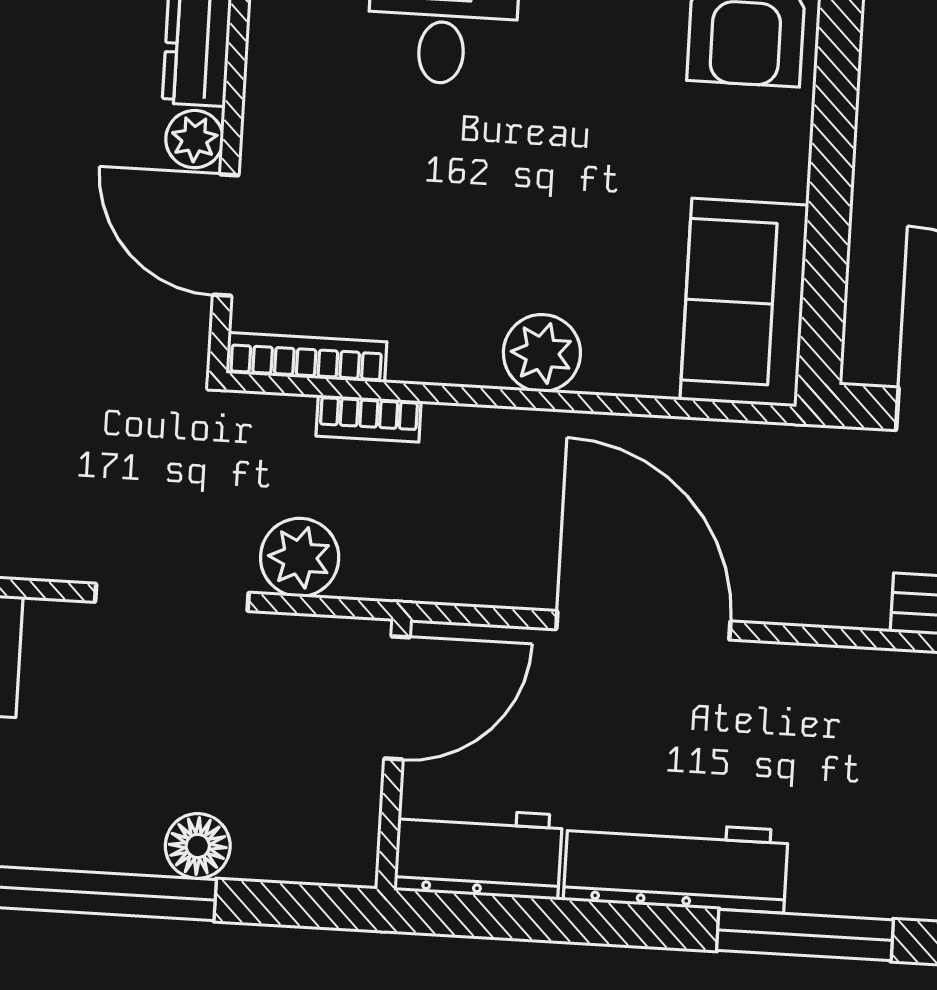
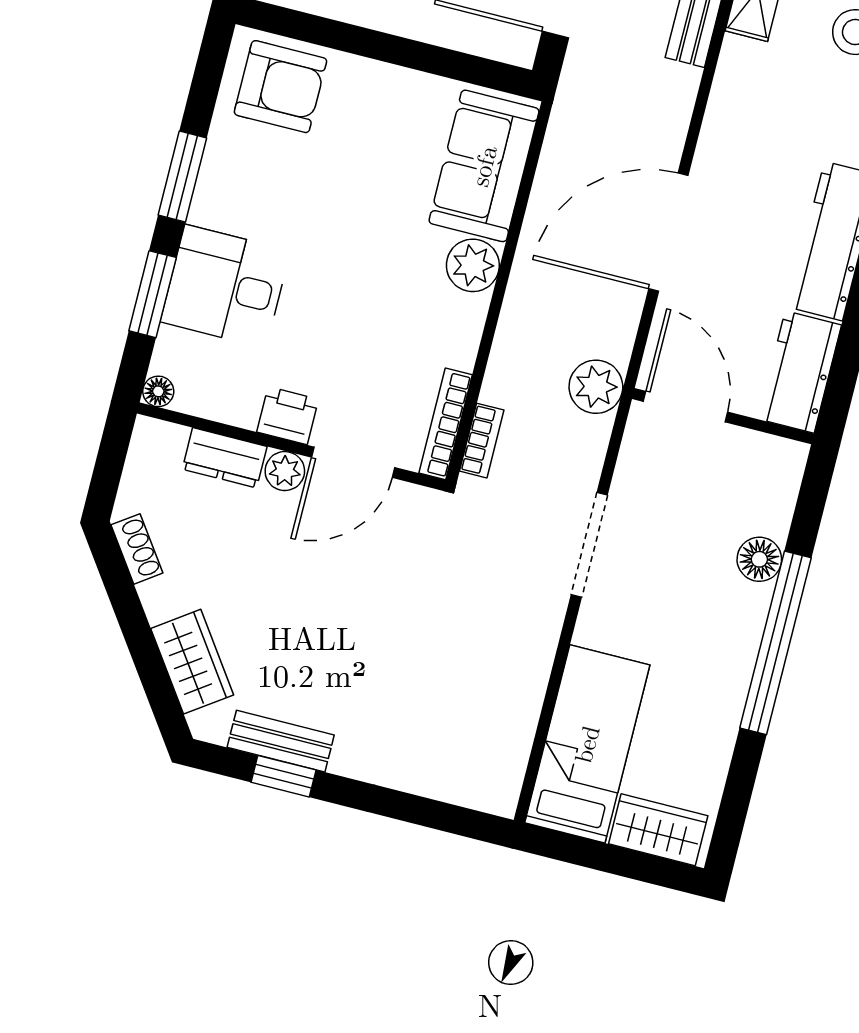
printer: (275, 128) -> (288, 416), added
sofa: (744, 303) -> (484, 166), moved, turned 90
bookcase: (369, 419) -> (482, 441), moved
plant: (300, 557) -> (596, 387), moved

